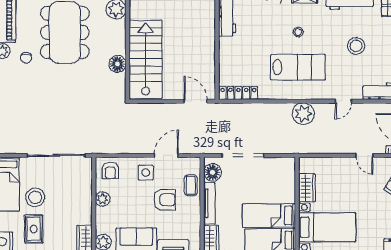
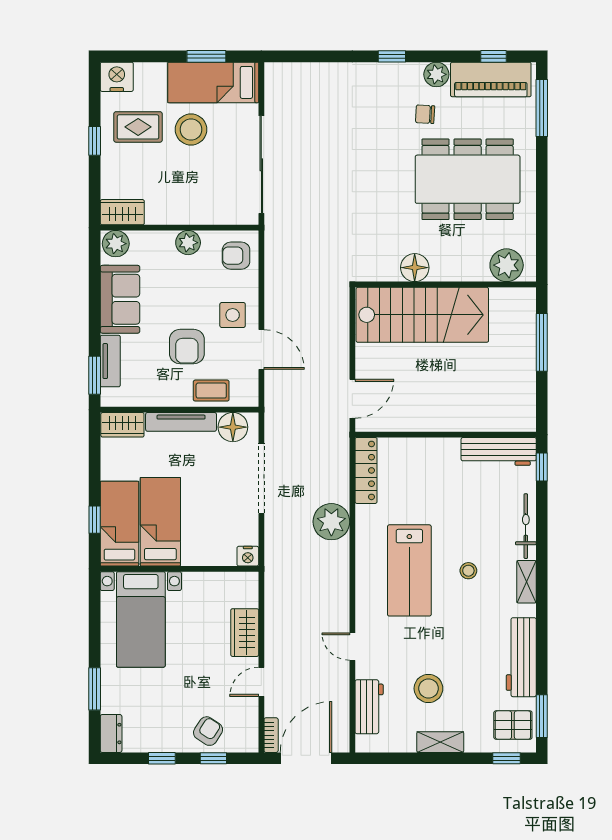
stool: (356, 46) -> (428, 688), moved
plant: (303, 114) -> (331, 522), moved
nightstand: (289, 163) -> (248, 556), added
wardrobe: (307, 188) -> (245, 633), moved, turned 90

